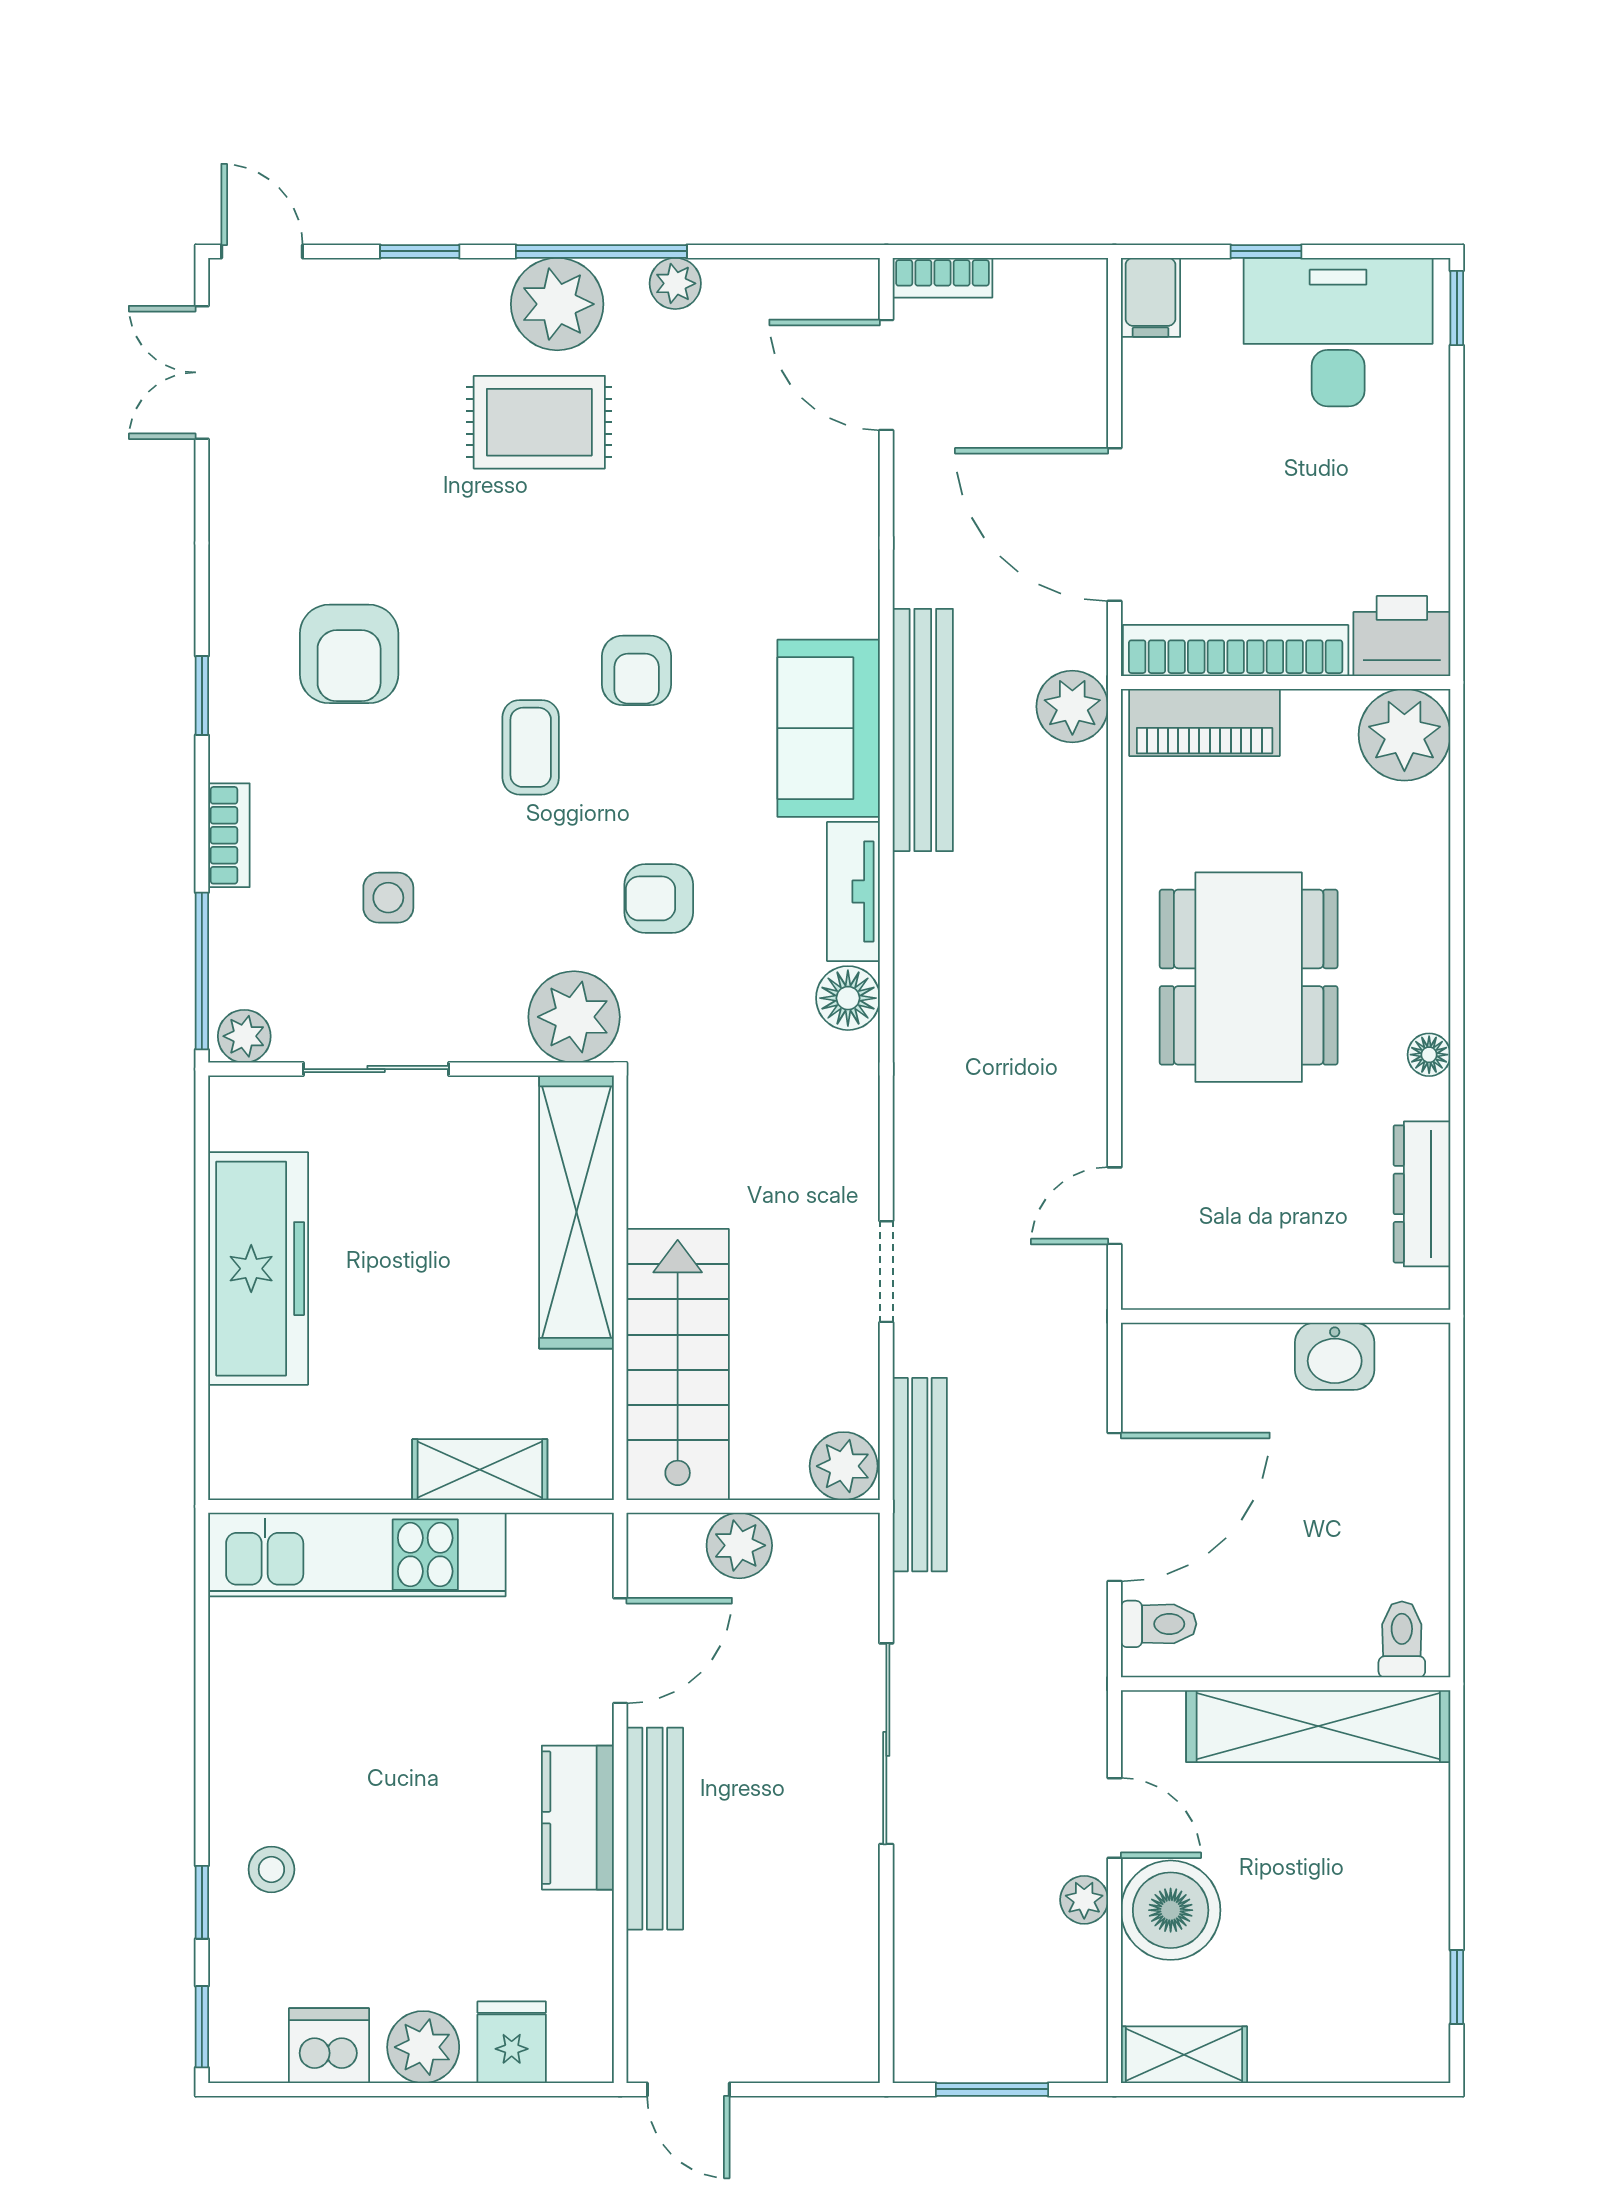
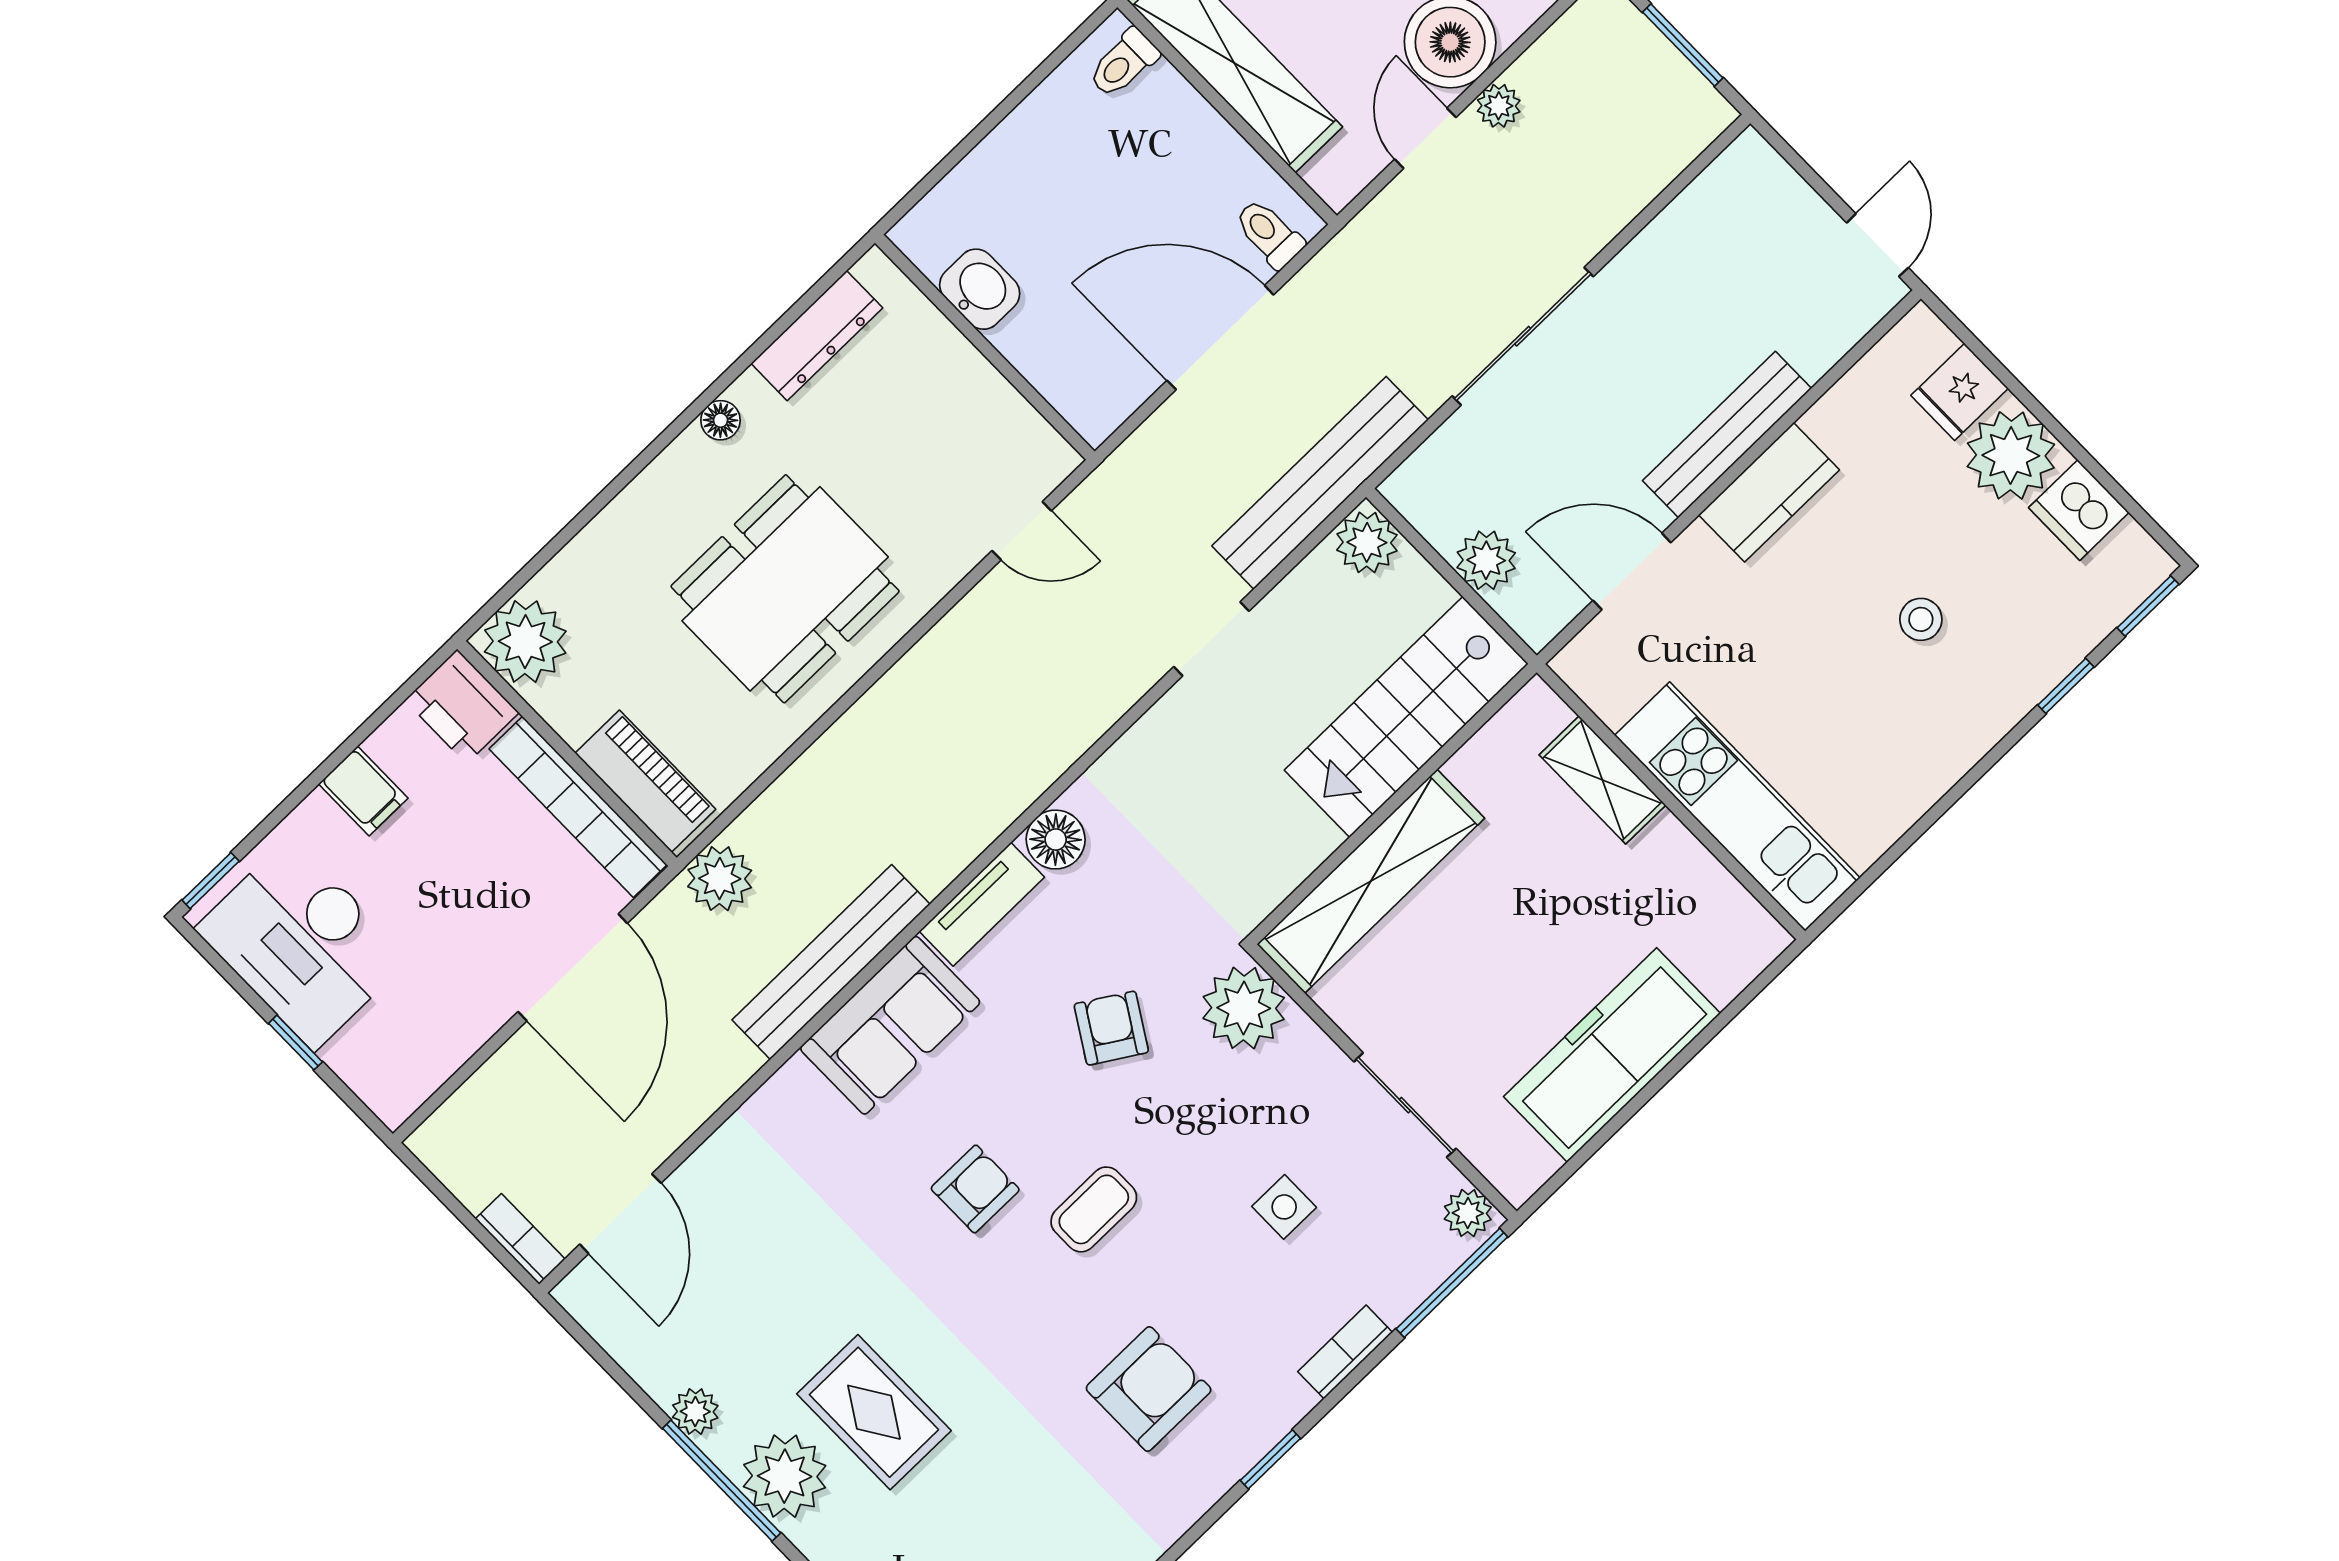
filing cabinet: (1150, 297) -> (363, 791), moved, turned 90
armchair: (659, 898) -> (1111, 1028), turned -148
bench: (920, 1475) -> (1320, 483), width x1.37, depth x1.21
stool: (271, 1869) -> (1921, 619), moved
plant: (423, 2047) -> (2011, 455), width x1.36, depth x1.36

